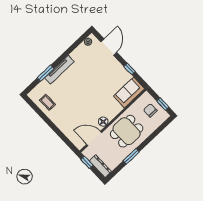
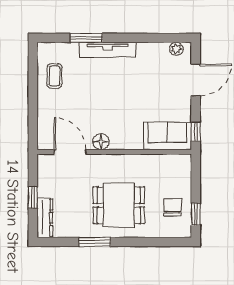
sofa: (129, 92) -> (167, 136), moved
wall: (113, 121) -> (114, 152), moved
floor lamp: (103, 122) -> (101, 142), moved
door: (94, 138) -> (70, 152), moved

